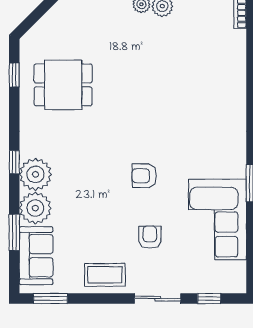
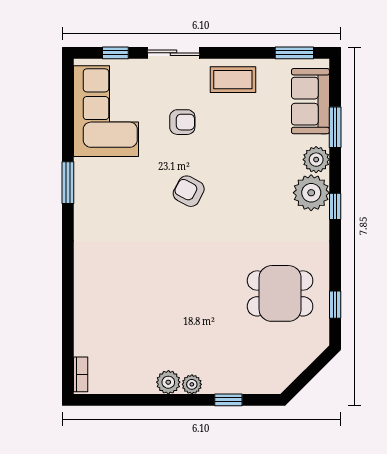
armchair: (144, 176) -> (189, 191), turned -152
plant: (35, 208) -> (316, 160), width x0.73, depth x0.73
corner sofa: (218, 219) -> (106, 111), moved
armchair: (150, 237) -> (182, 122), turned -90

